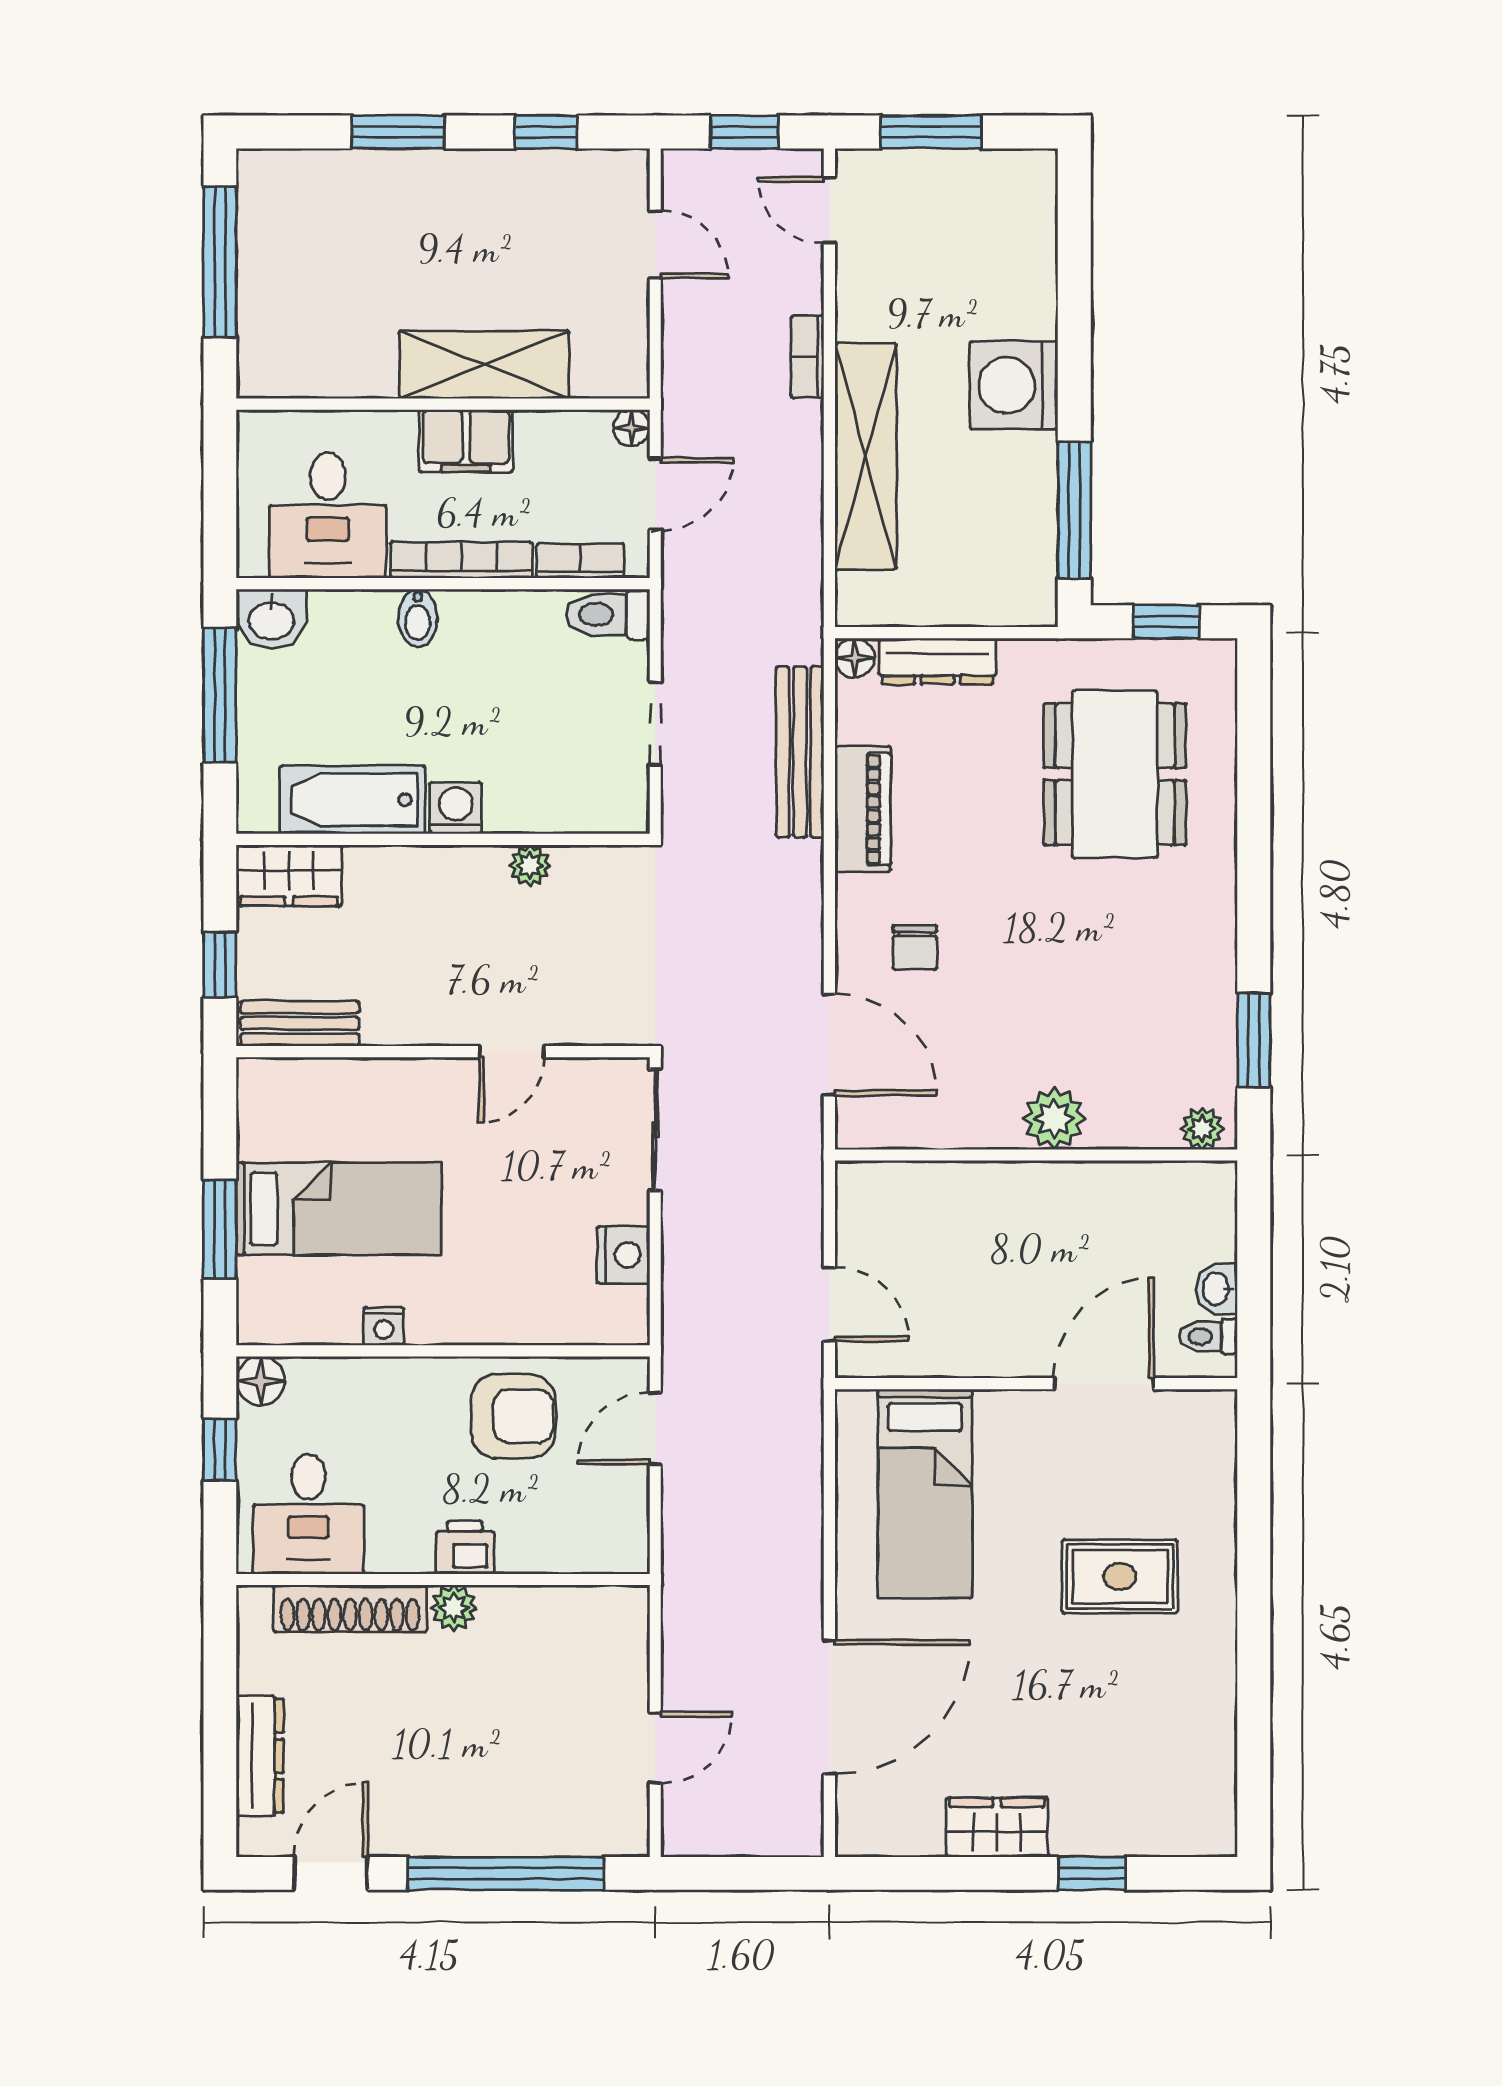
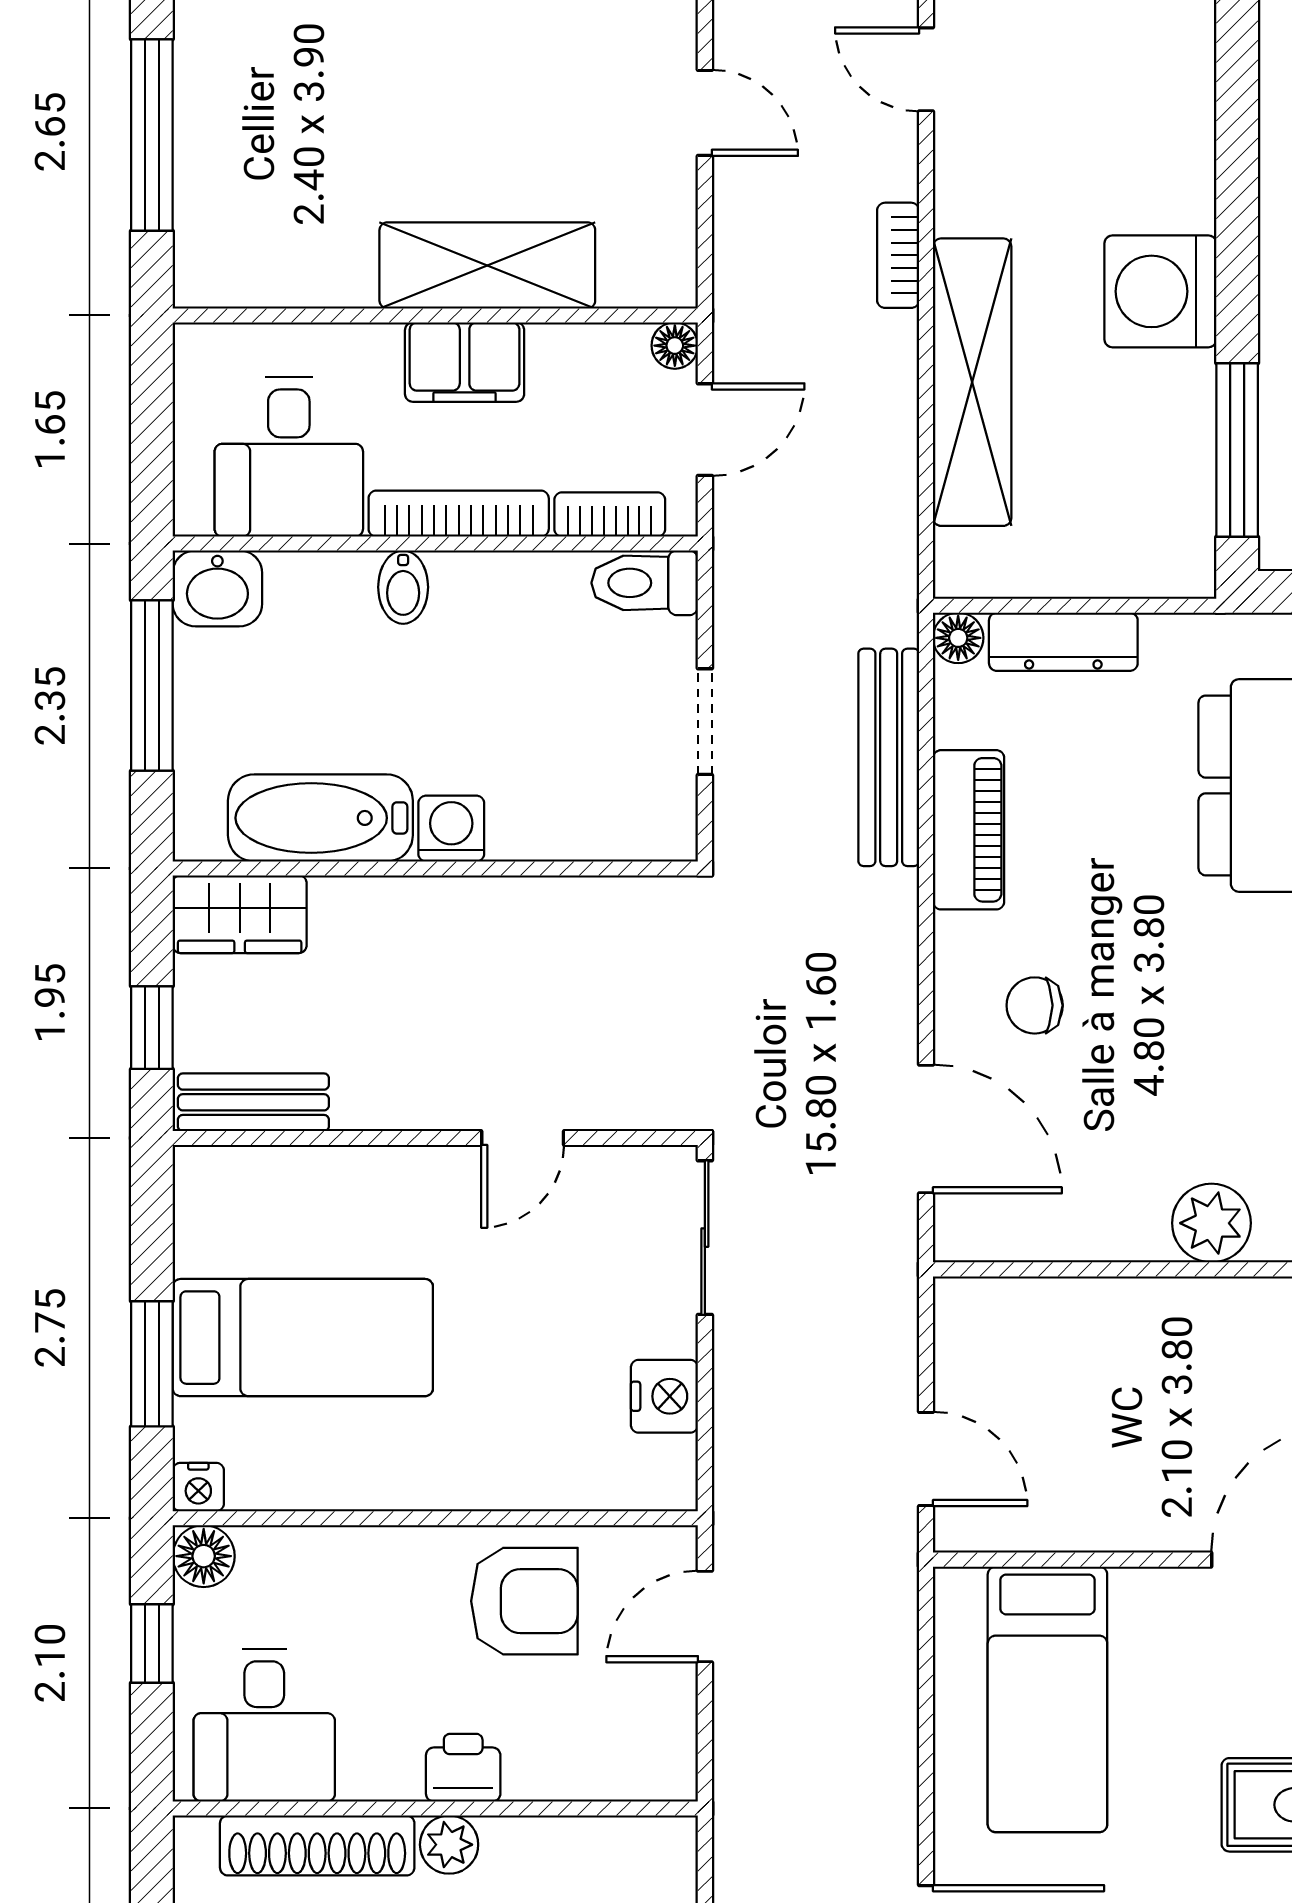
plant: (530, 865) -> (546, 901), removed
chair: (915, 947) -> (1035, 1005), turned 90
nightstand: (384, 1326) -> (198, 1487), moved

